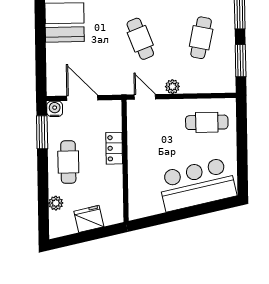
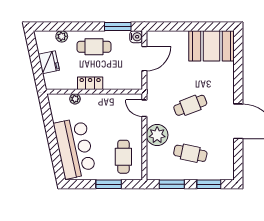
plant: (172, 87) -> (157, 135), width x1.88, depth x1.88
door: (145, 97) -> (144, 108), swing flipped
window: (242, 140) -> (109, 184), added
locker: (114, 148) -> (90, 83), moved
plant: (135, 185) -> (75, 99), added

